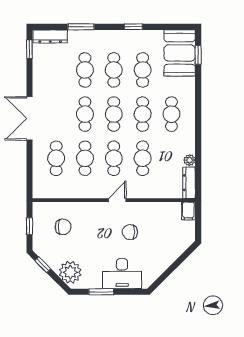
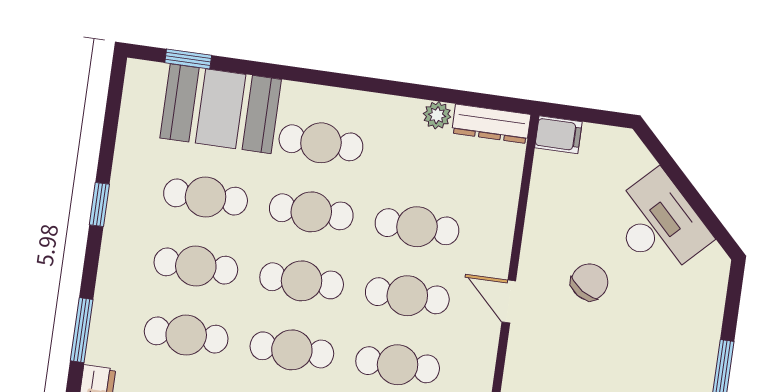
booth: (180, 53) -> (221, 109), moved
chair: (130, 232) -> (589, 282), turned -147
desk: (122, 274) -> (659, 224), moved, turned -45

